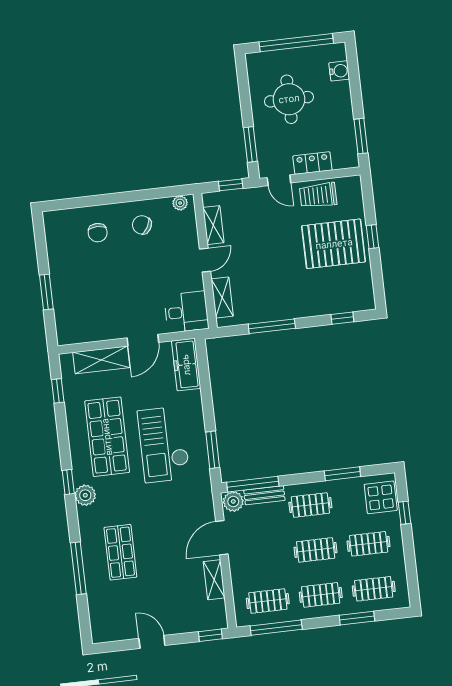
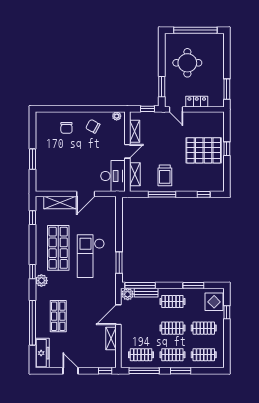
water cooler: (339, 71) -> (219, 50), removed
trolley: (318, 195) -> (165, 175), moved, turned -90
desk: (186, 312) -> (113, 176), width x1.37
freezer: (186, 365) -> (42, 353), moved, turned 180
window: (78, 568) -> (32, 323), width x1.46
window: (357, 618) -> (181, 371), moved

